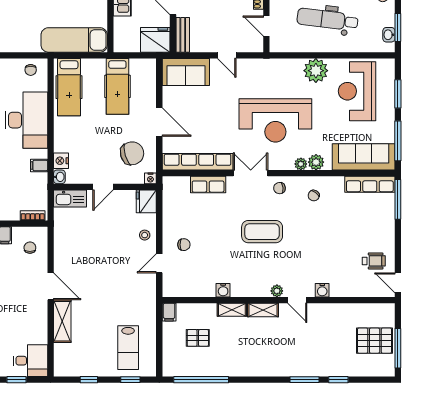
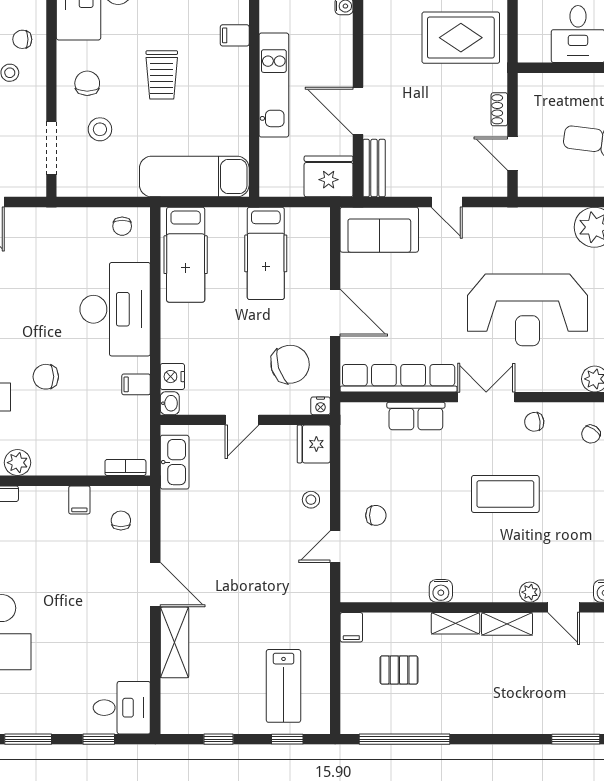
stool: (17, 11) -> (100, 129), added
plant: (301, 164) -> (569, 382), removed
kitchen sink: (70, 199) -> (175, 462), moved, turned -90

